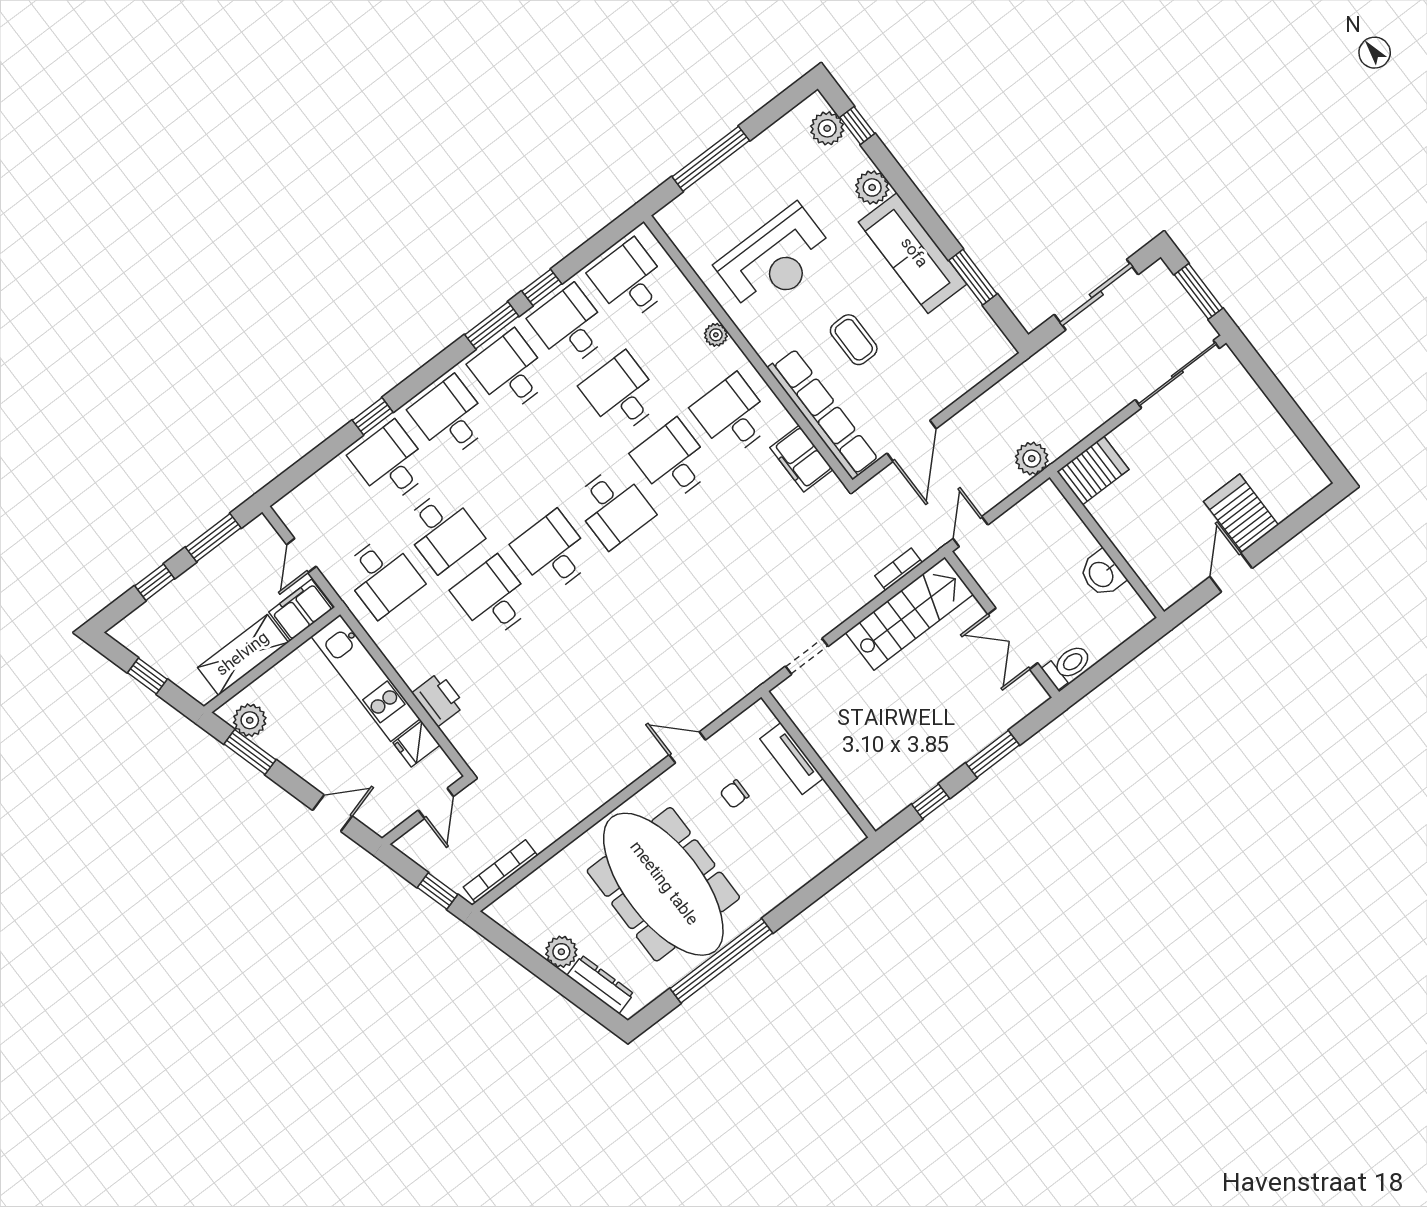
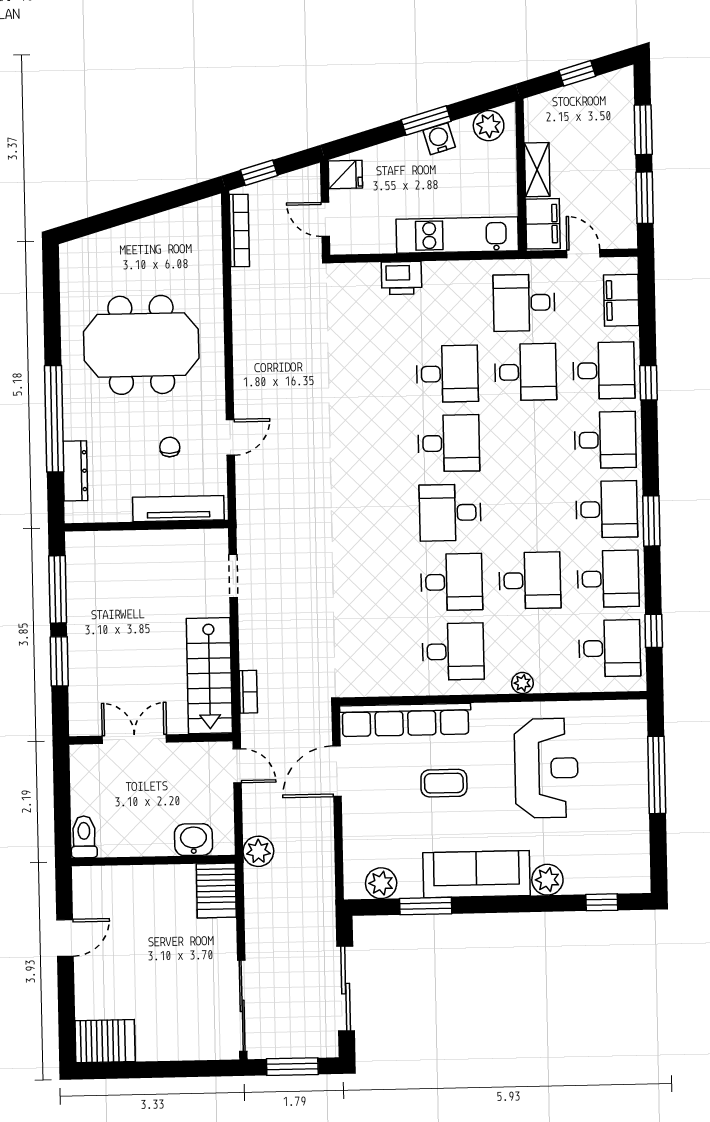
plant: (827, 128) -> (381, 883), moved
reception desk: (775, 260) -> (546, 768), turned 180
window: (542, 287) -> (654, 631), moved
door: (912, 441) -> (337, 771), hinge flipped
filing cabinet: (801, 459) -> (621, 300), moved, turned -90
server rack: (1241, 513) -> (105, 1041), moved
desk: (442, 531) -> (525, 372), turned 180
door: (1231, 572) -> (65, 938), hinge flipped
washbasin: (1102, 574) -> (194, 840), moved
window: (155, 582) -> (643, 130), width x1.50
shelving: (243, 655) -> (537, 170), width x0.67, depth x0.75
toilet: (1068, 666) -> (84, 837), moved, turned 180
fridge: (416, 744) -> (345, 175), moved, turned 90
window: (250, 752) -> (426, 121), moved
water cooler: (293, 755) -> (439, 139), added
tv unit: (792, 759) -> (178, 509), width x1.41
window: (931, 801) -> (58, 589), width x2.17
door: (332, 813) -> (374, 137), removed
meeting table: (663, 884) -> (141, 345), width x0.73
plant: (561, 952) -> (146, 232), removed
window: (721, 961) -> (54, 419), moved
dresser: (600, 985) -> (75, 471), moved, turned -74

